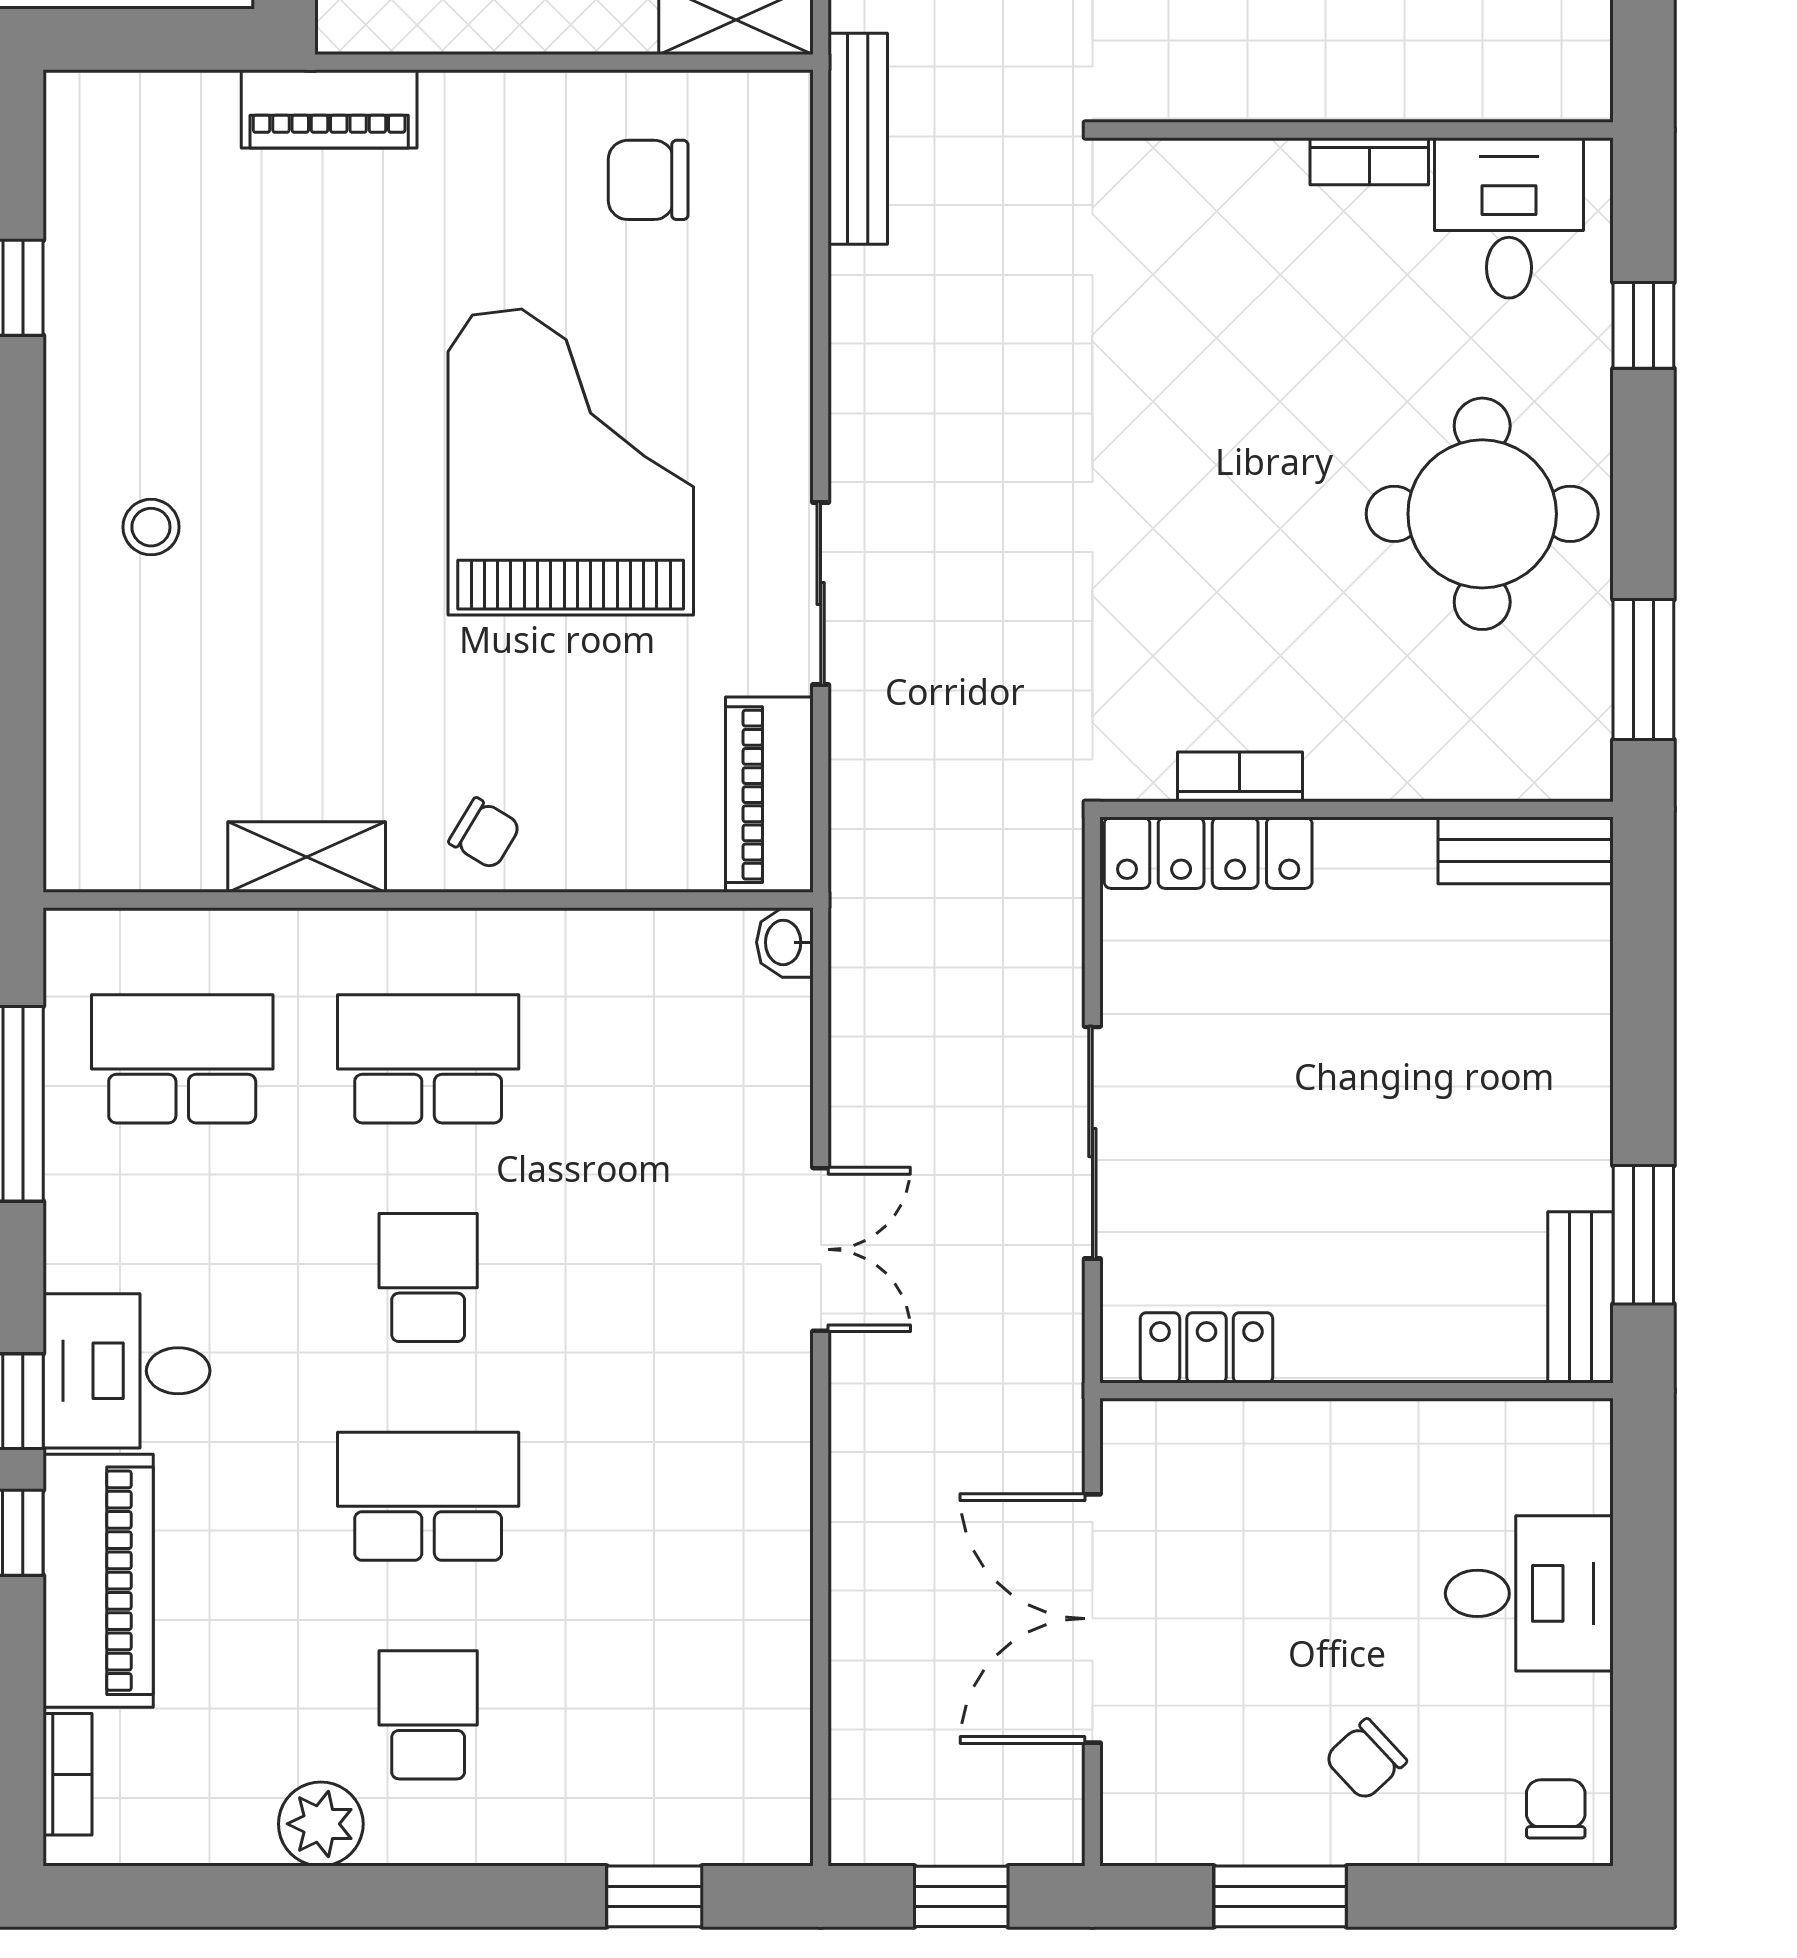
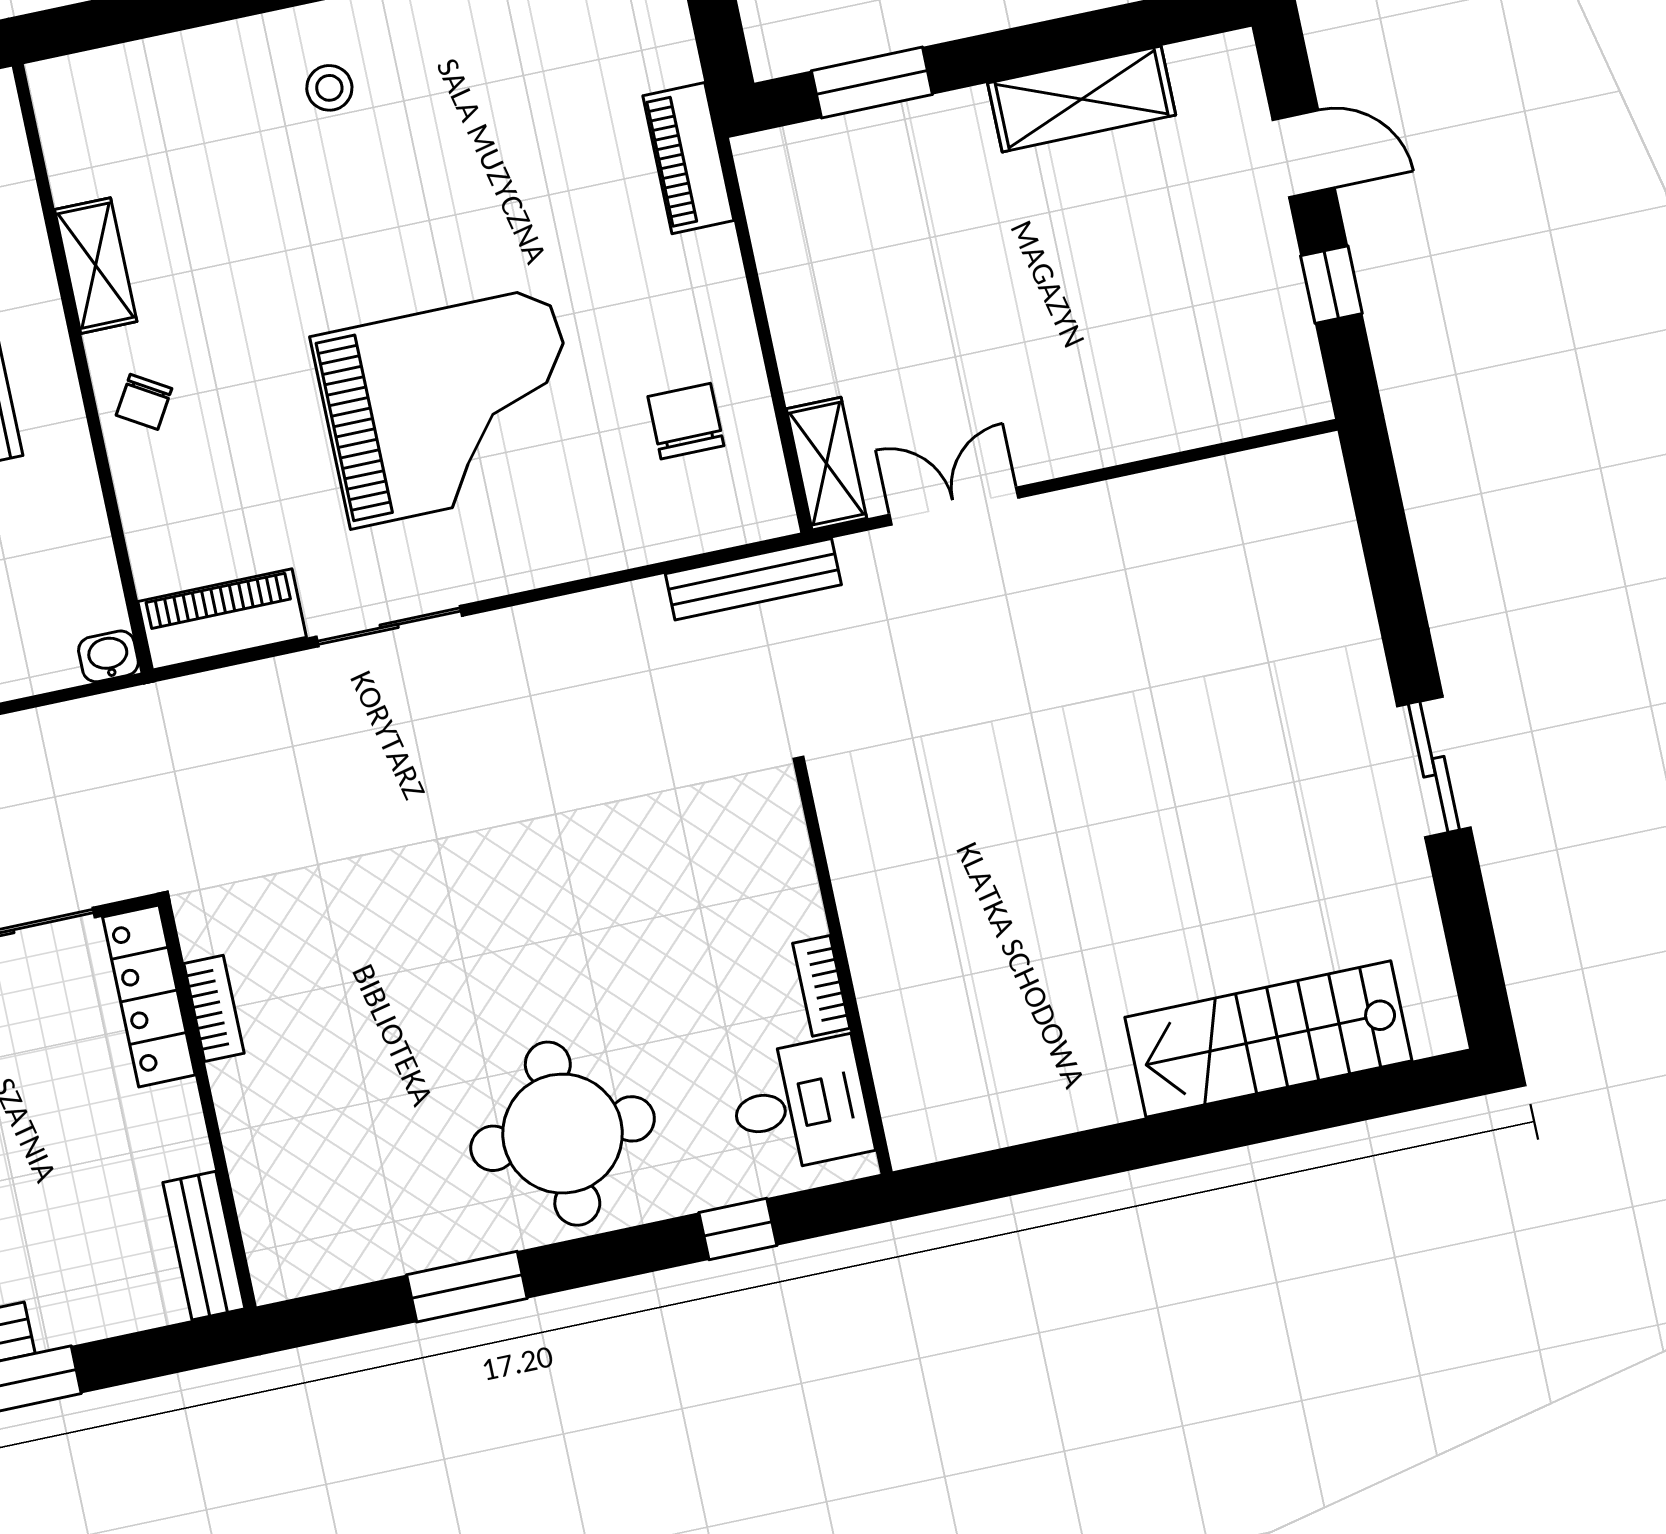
bookcase: (1240, 777) -> (214, 1008), moved
wall: (1357, 809) -> (208, 1106), moved
bench: (1526, 850) -> (204, 1246), moved
locker: (1208, 853) -> (149, 996), moved

